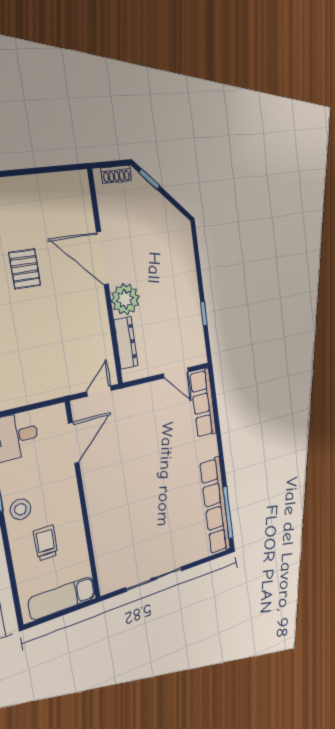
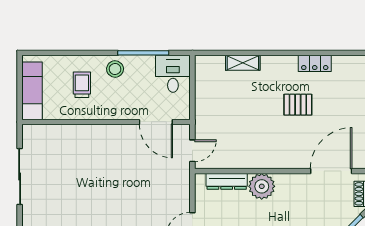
door: (102, 258) -> (331, 171), moved
door: (99, 391) -> (192, 151), hinge flipped
trolley: (46, 543) -> (82, 85), turned -90

